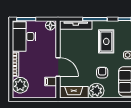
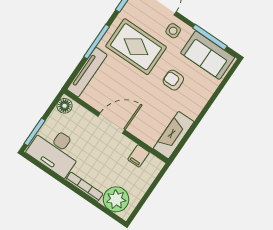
rug: (106, 41) -> (136, 47), width x1.36, depth x1.43
door: (58, 67) -> (111, 123), moved
plant: (96, 91) -> (192, 104), removed

